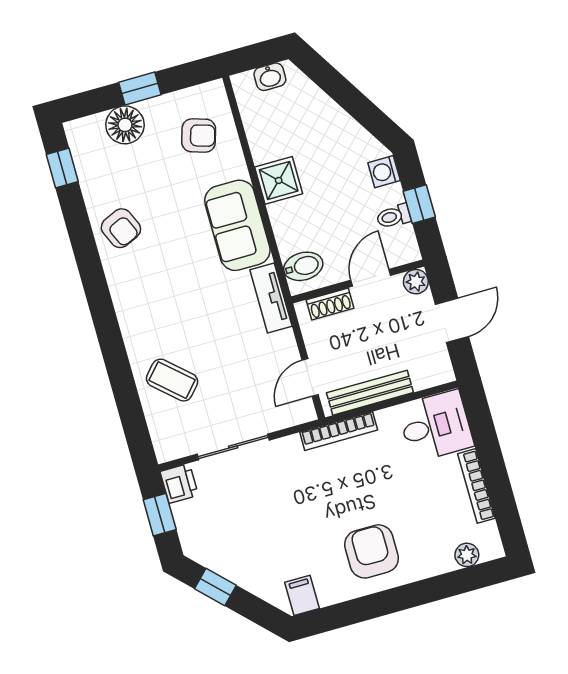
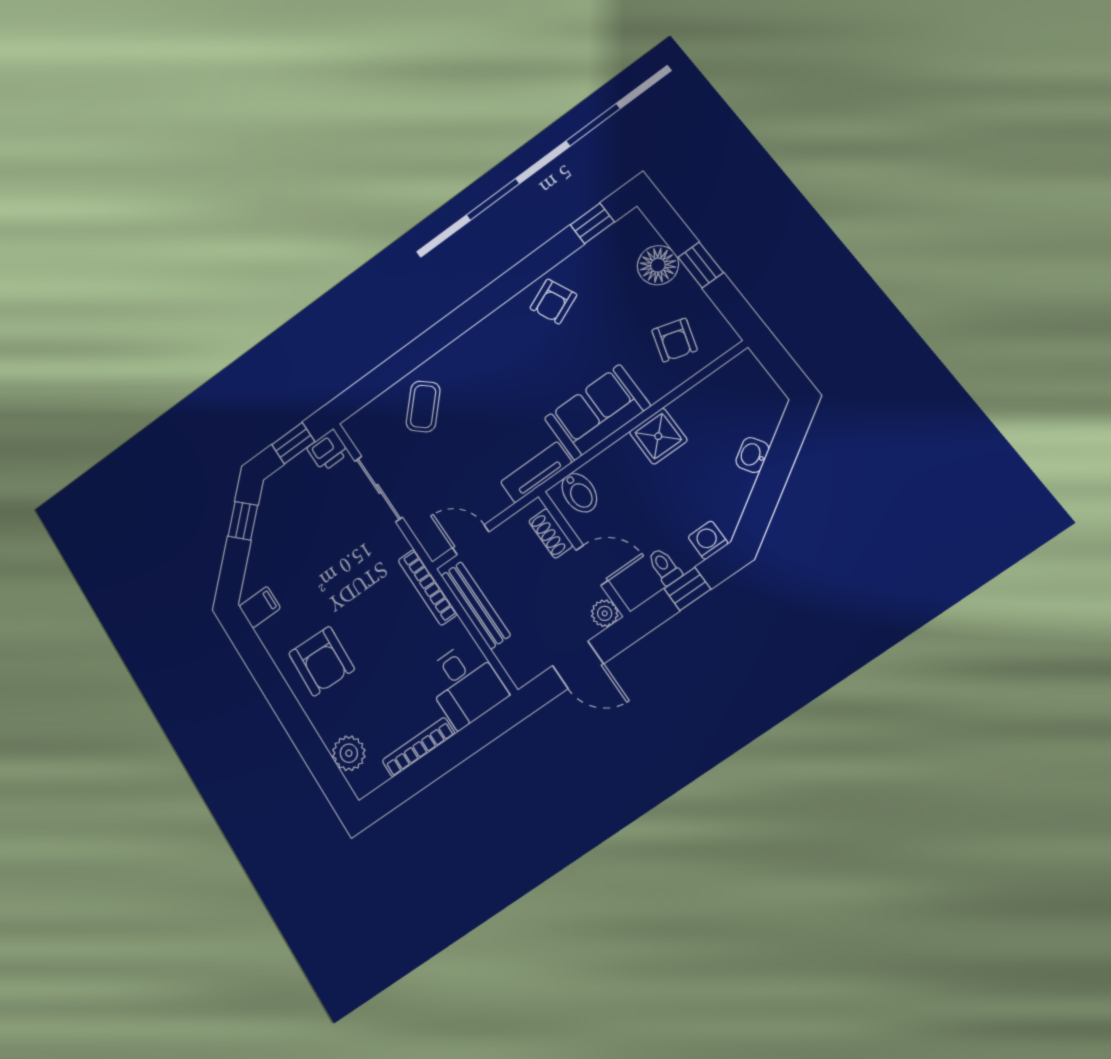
washbasin: (270, 77) -> (752, 455), moved, turned 58
armchair: (371, 551) -> (322, 661), turned 92
plant: (467, 555) -> (349, 753), width x1.38, depth x1.38

